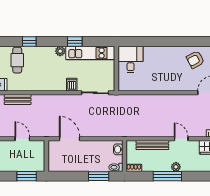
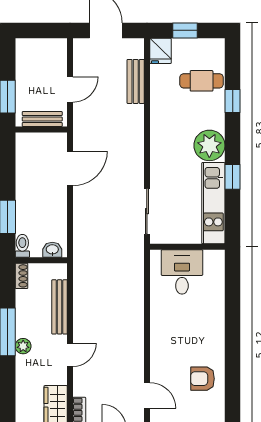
plant: (60, 51) -> (209, 145), width x1.88, depth x1.88
desk: (131, 59) -> (182, 272), moved, turned -90
armchair: (195, 60) -> (202, 379), turned -62
dishwasher: (72, 85) -> (161, 172), removed
bench: (40, 155) -> (42, 119), added

